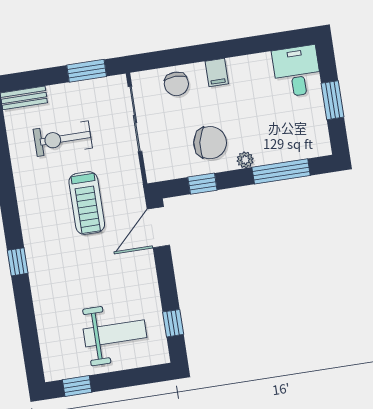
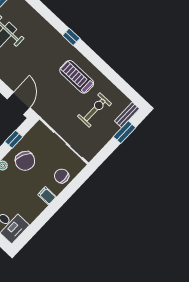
window: (87, 71) -> (125, 132), moved
chair: (210, 143) -> (25, 161), turned -76
treadmill: (87, 203) -> (77, 77), moved

